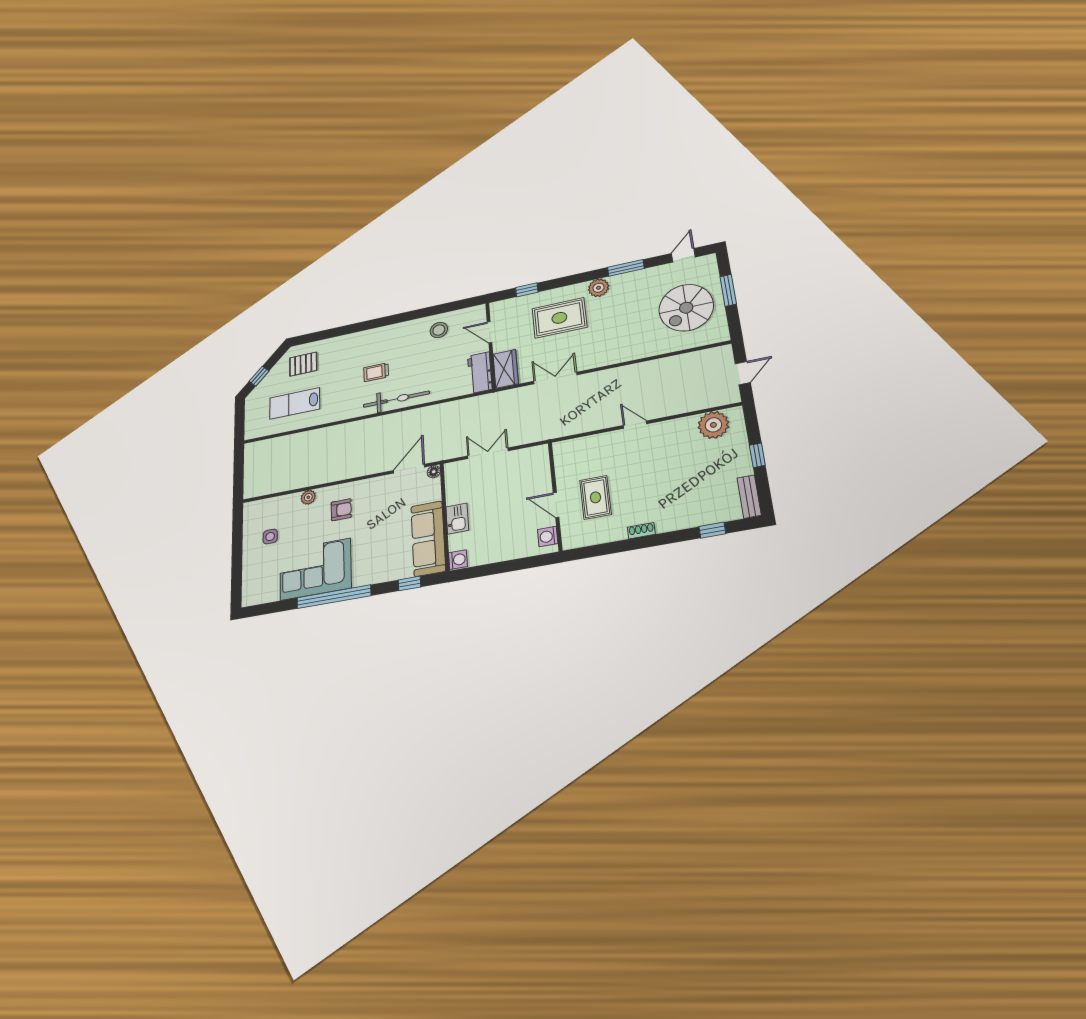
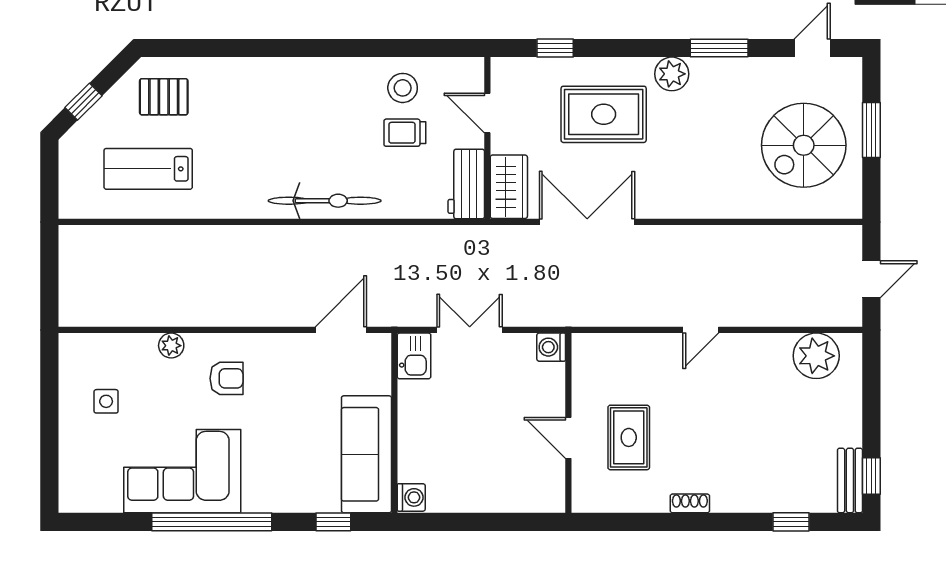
trolley: (376, 372) -> (405, 133), moved
double door: (555, 378) -> (587, 222), width x1.37
door: (635, 425) -> (701, 330), swing flipped
window: (757, 455) -> (871, 476), moved
floor lamp: (434, 472) -> (381, 343), removed
kitchen sink: (457, 519) -> (414, 356), moved
washing machine: (548, 536) -> (551, 347), moved

